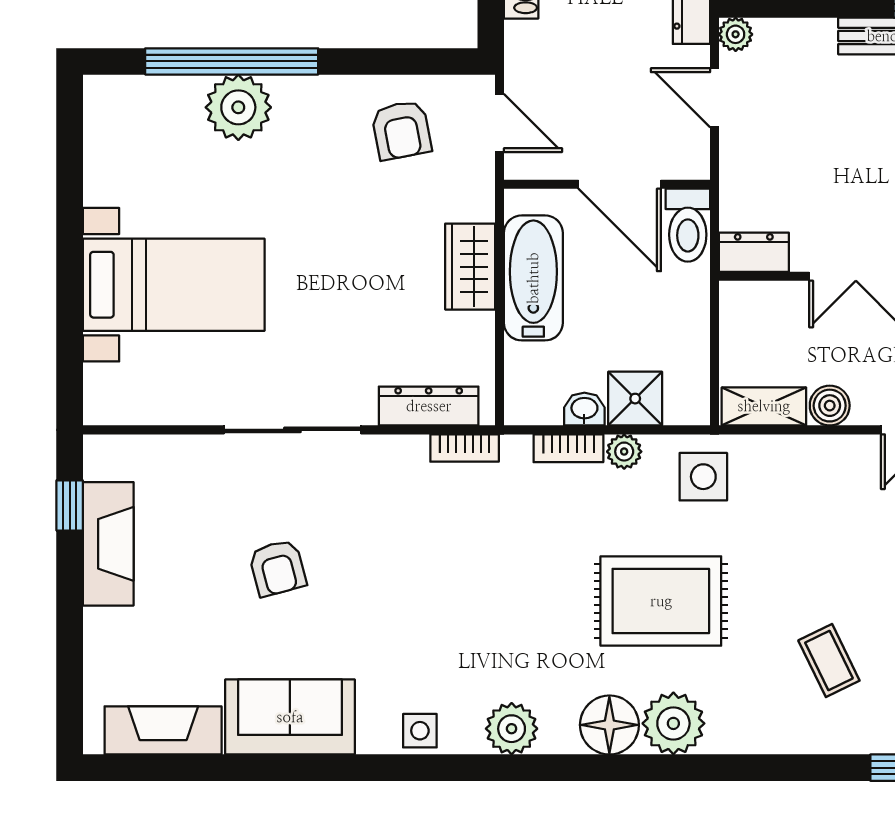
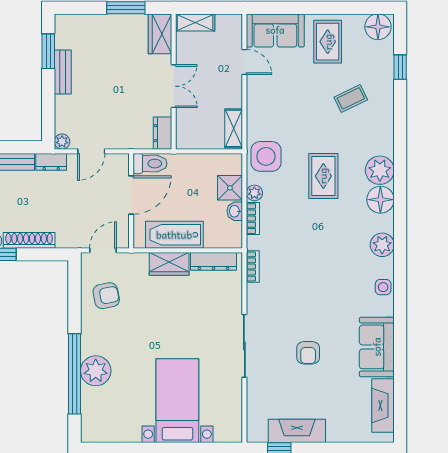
dresser: (429, 406) -> (214, 261), moved, turned -90
boiler: (830, 406) -> (233, 98), removed
side table: (703, 477) -> (266, 156), width x1.37, depth x1.37
armchair: (277, 568) -> (308, 353), turned 105
rug: (661, 601) -> (323, 176), width x0.73, depth x0.70

